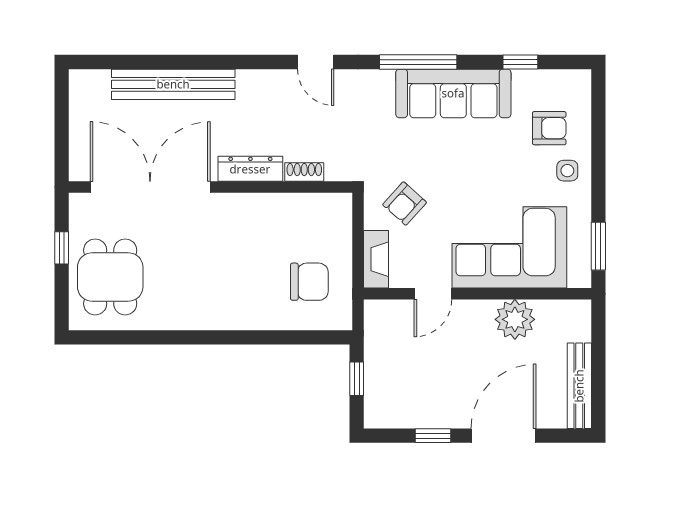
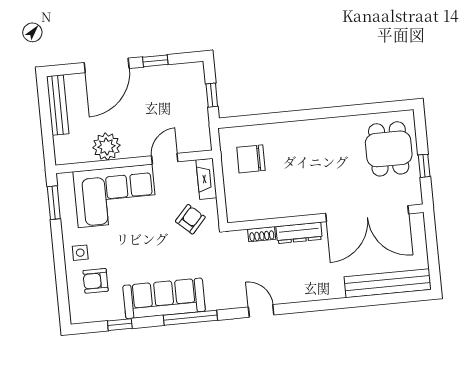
bench: (173, 84) -> (388, 283), moved

